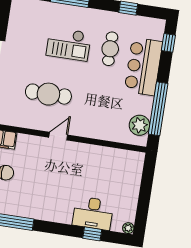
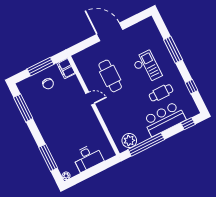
checkout: (69, 44) -> (147, 67), turned 180
desk: (93, 213) -> (88, 158), moved, turned -90
window: (92, 234) -> (48, 158), width x2.17

